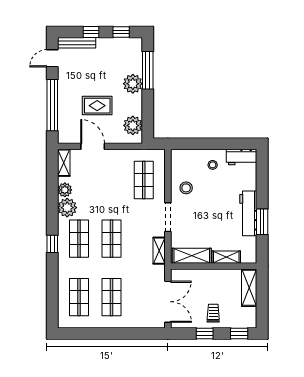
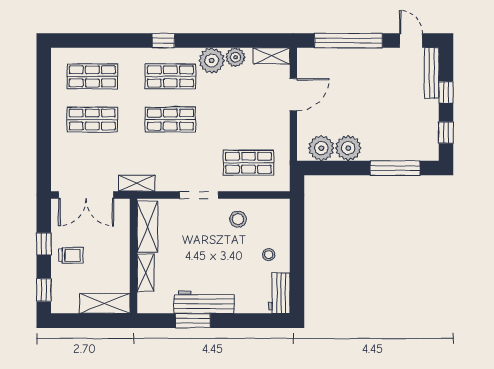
plant: (133, 84) -> (348, 148), moved
rug: (97, 106) -> (348, 101), removed
shelving: (159, 251) -> (137, 183), moved

